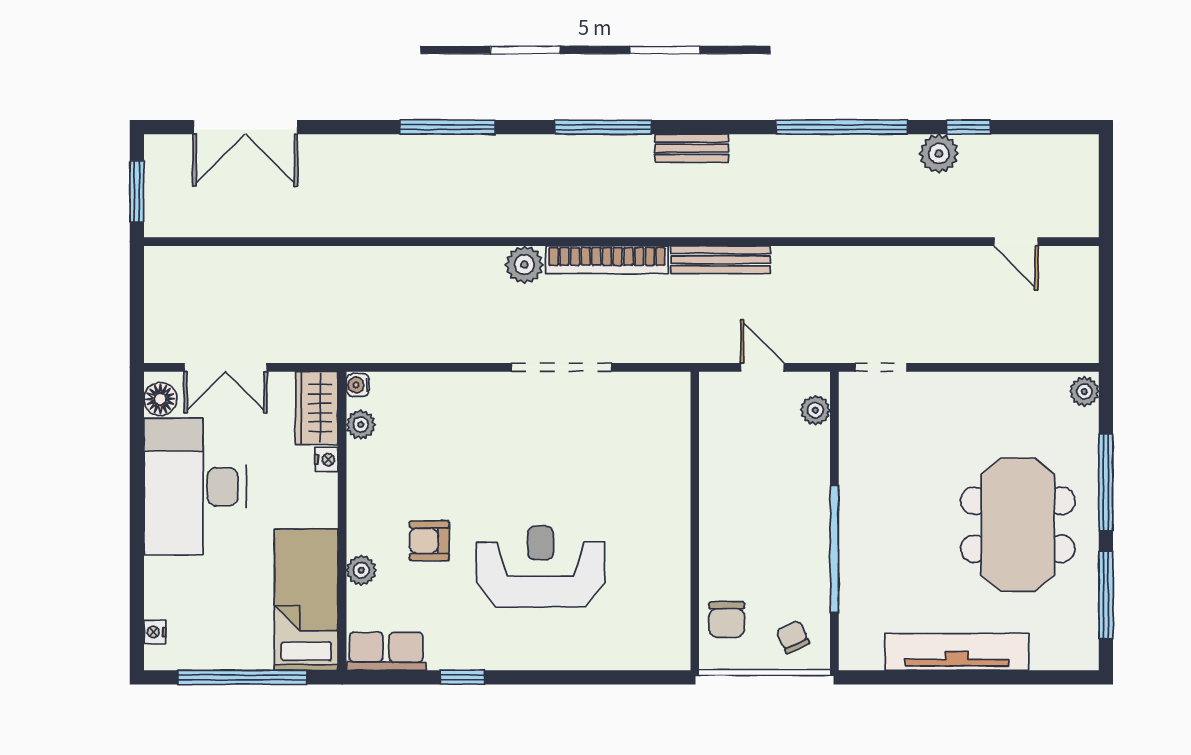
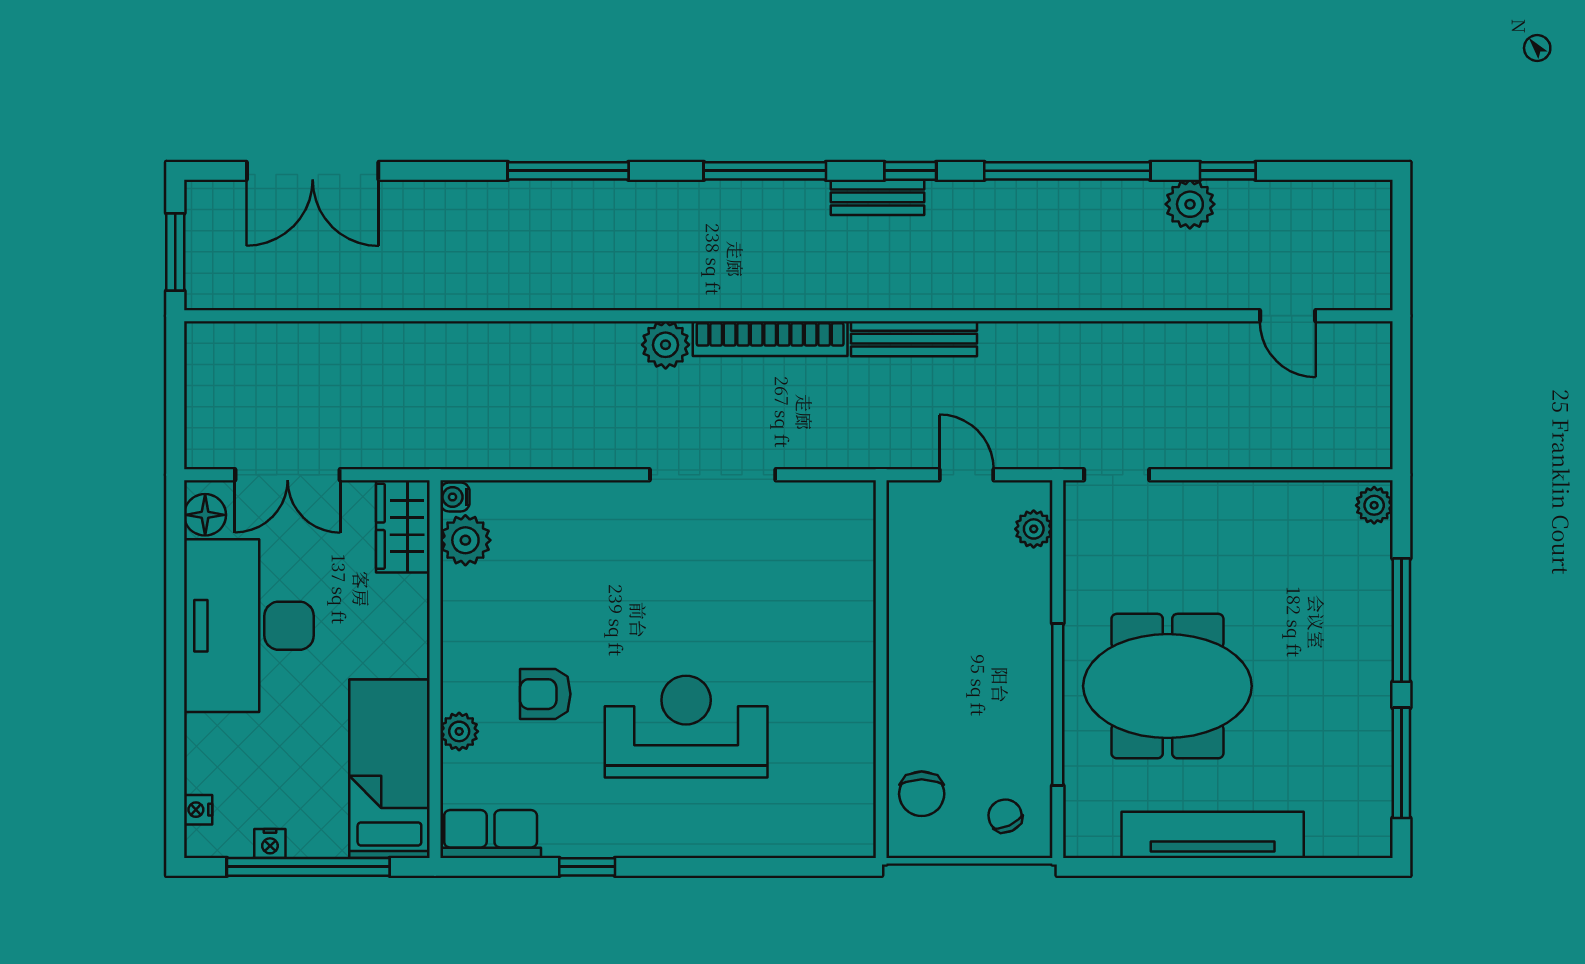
window: (718, 127) -> (910, 171), added
plant: (361, 424) -> (465, 540), width x1.38, depth x1.38
nightstand: (326, 460) -> (270, 843), moved, turned 90
meeting table: (1018, 525) -> (1167, 686), moved, turned 90

